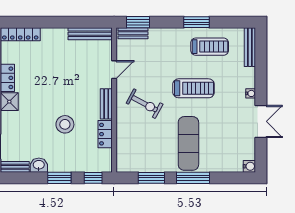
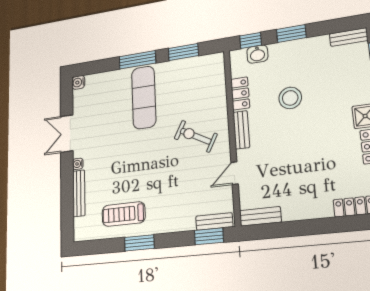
bench: (90, 34) -> (260, 216), width x0.73
bench: (250, 47) -> (79, 193), moved
treadmill: (194, 88) -> (140, 162), removed
washbasin: (39, 165) -> (257, 54), moved

